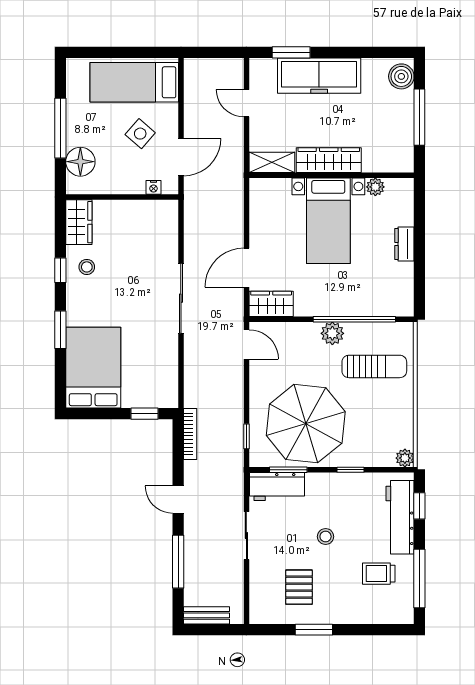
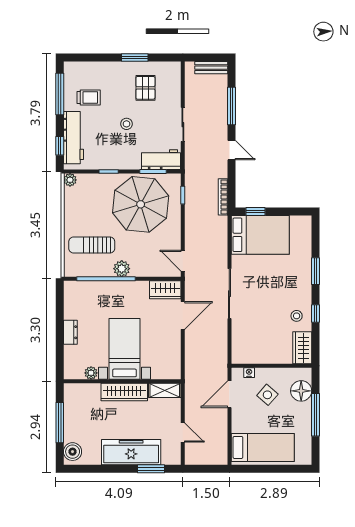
side table: (140, 134) -> (267, 395), moved
bed: (93, 368) -> (260, 235), moved, turned -90

